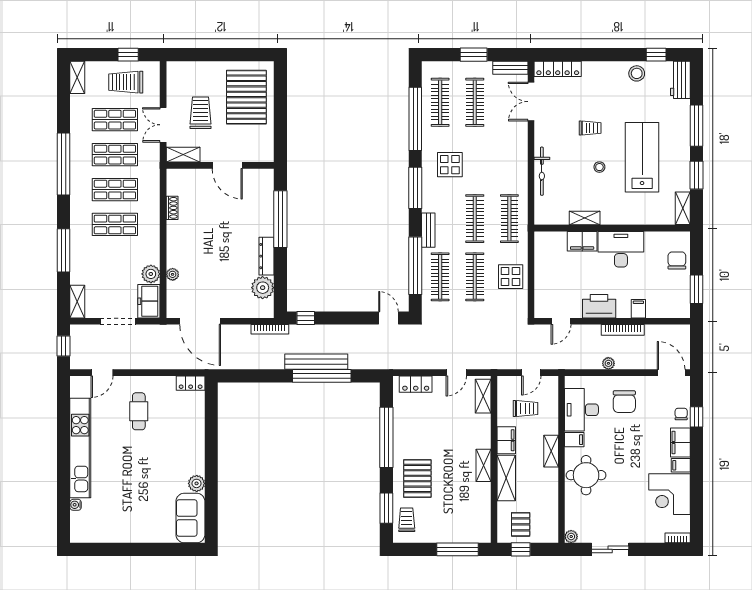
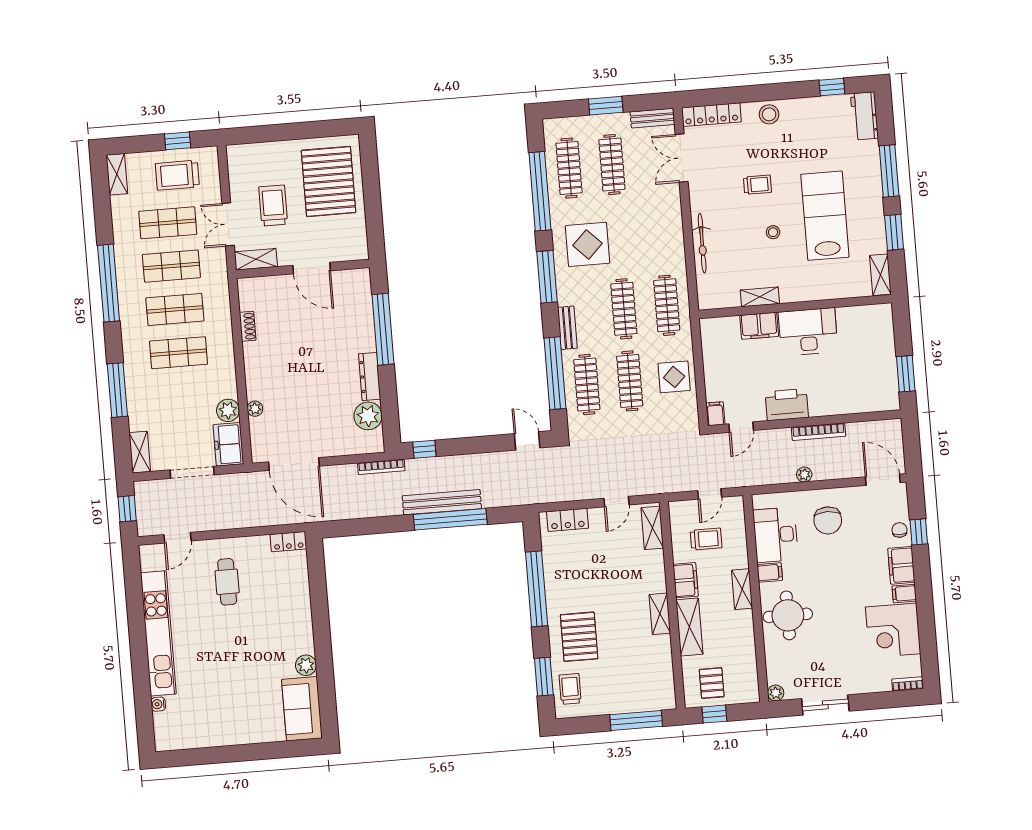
stool: (637, 73) -> (769, 114), moved
display table: (450, 165) -> (587, 244), width x1.36, depth x1.36
chair: (677, 261) -> (879, 340), removed
filing cabinet: (638, 309) -> (715, 414), moved

